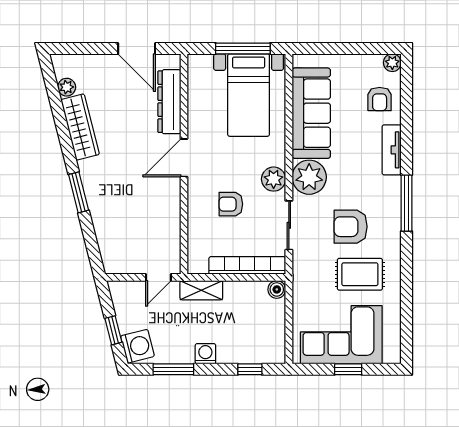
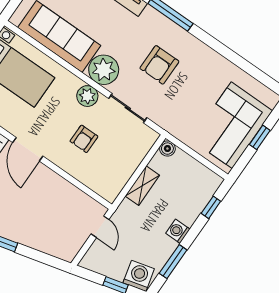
bookcase: (247, 265) -> (136, 158), removed
rug: (360, 274) -> (198, 82), removed
shelving: (201, 290) -> (142, 186), moved

